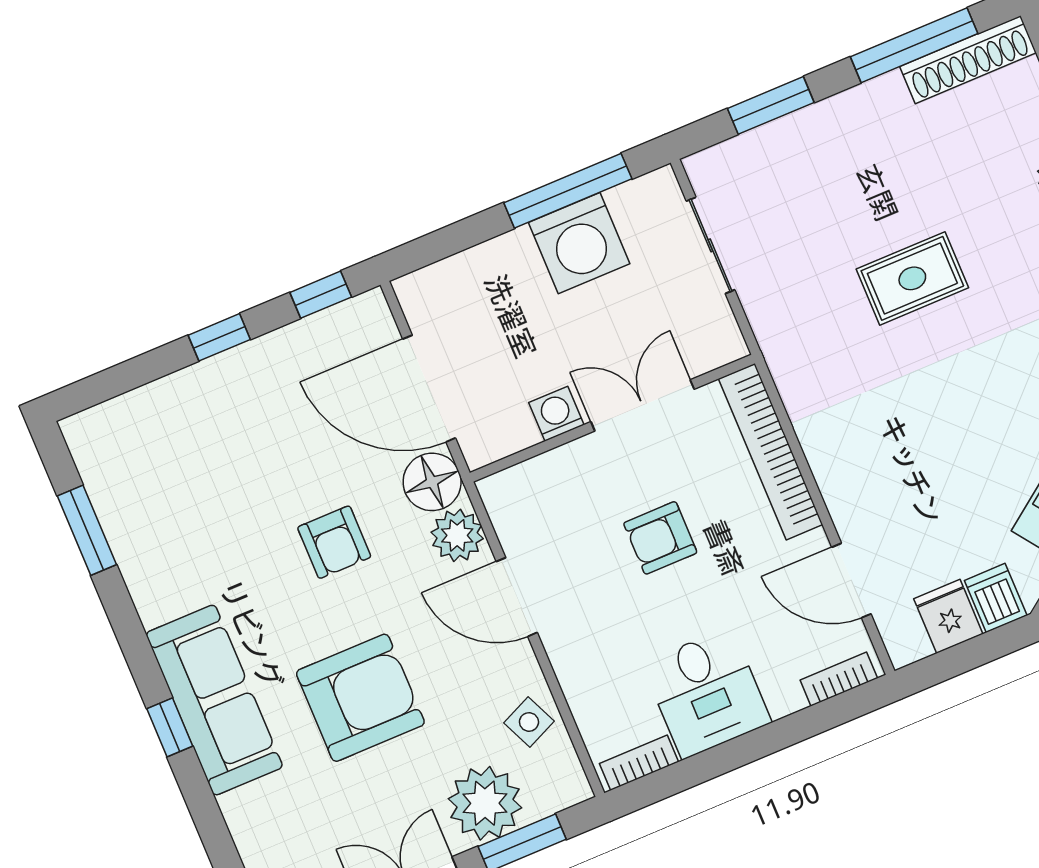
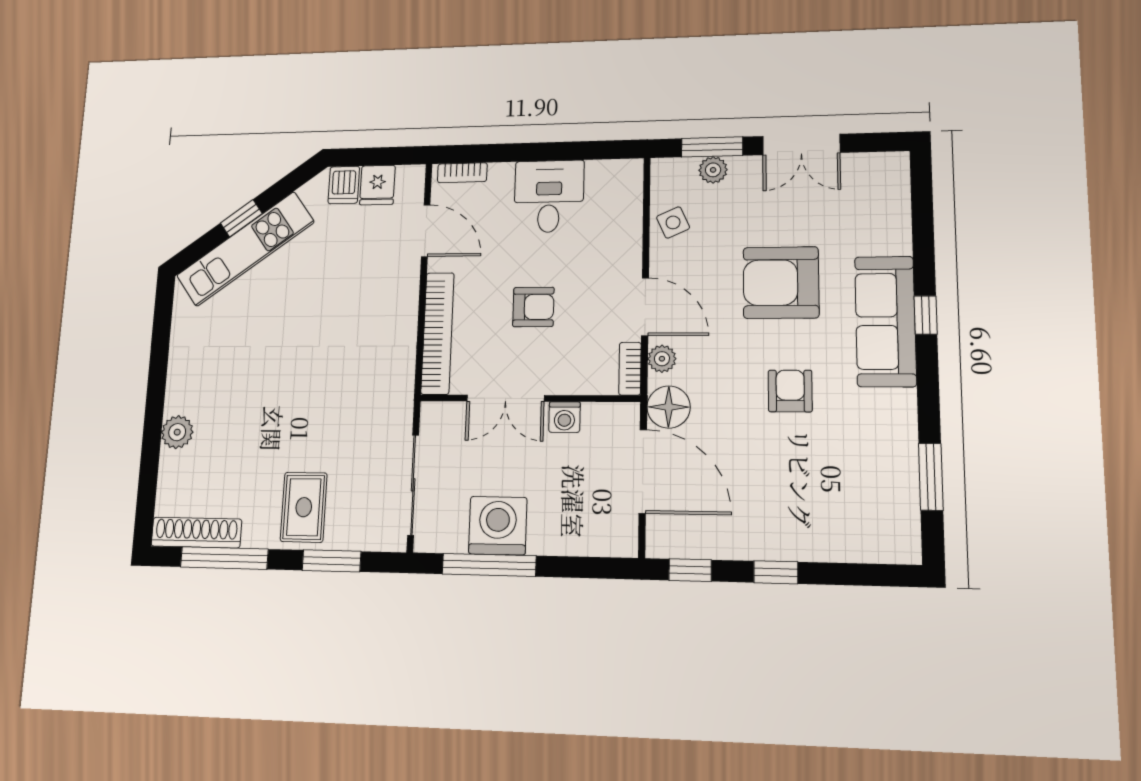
sliding door: (711, 245) -> (413, 485), width x1.37
rug: (912, 278) -> (304, 507), moved, turned 90
plant: (457, 535) -> (662, 359), width x0.73, depth x0.73
armchair: (334, 542) -> (790, 391), moved
bookcase: (639, 763) -> (630, 369), moved, turned 90
plant: (485, 803) -> (713, 170), width x0.53, depth x0.53

